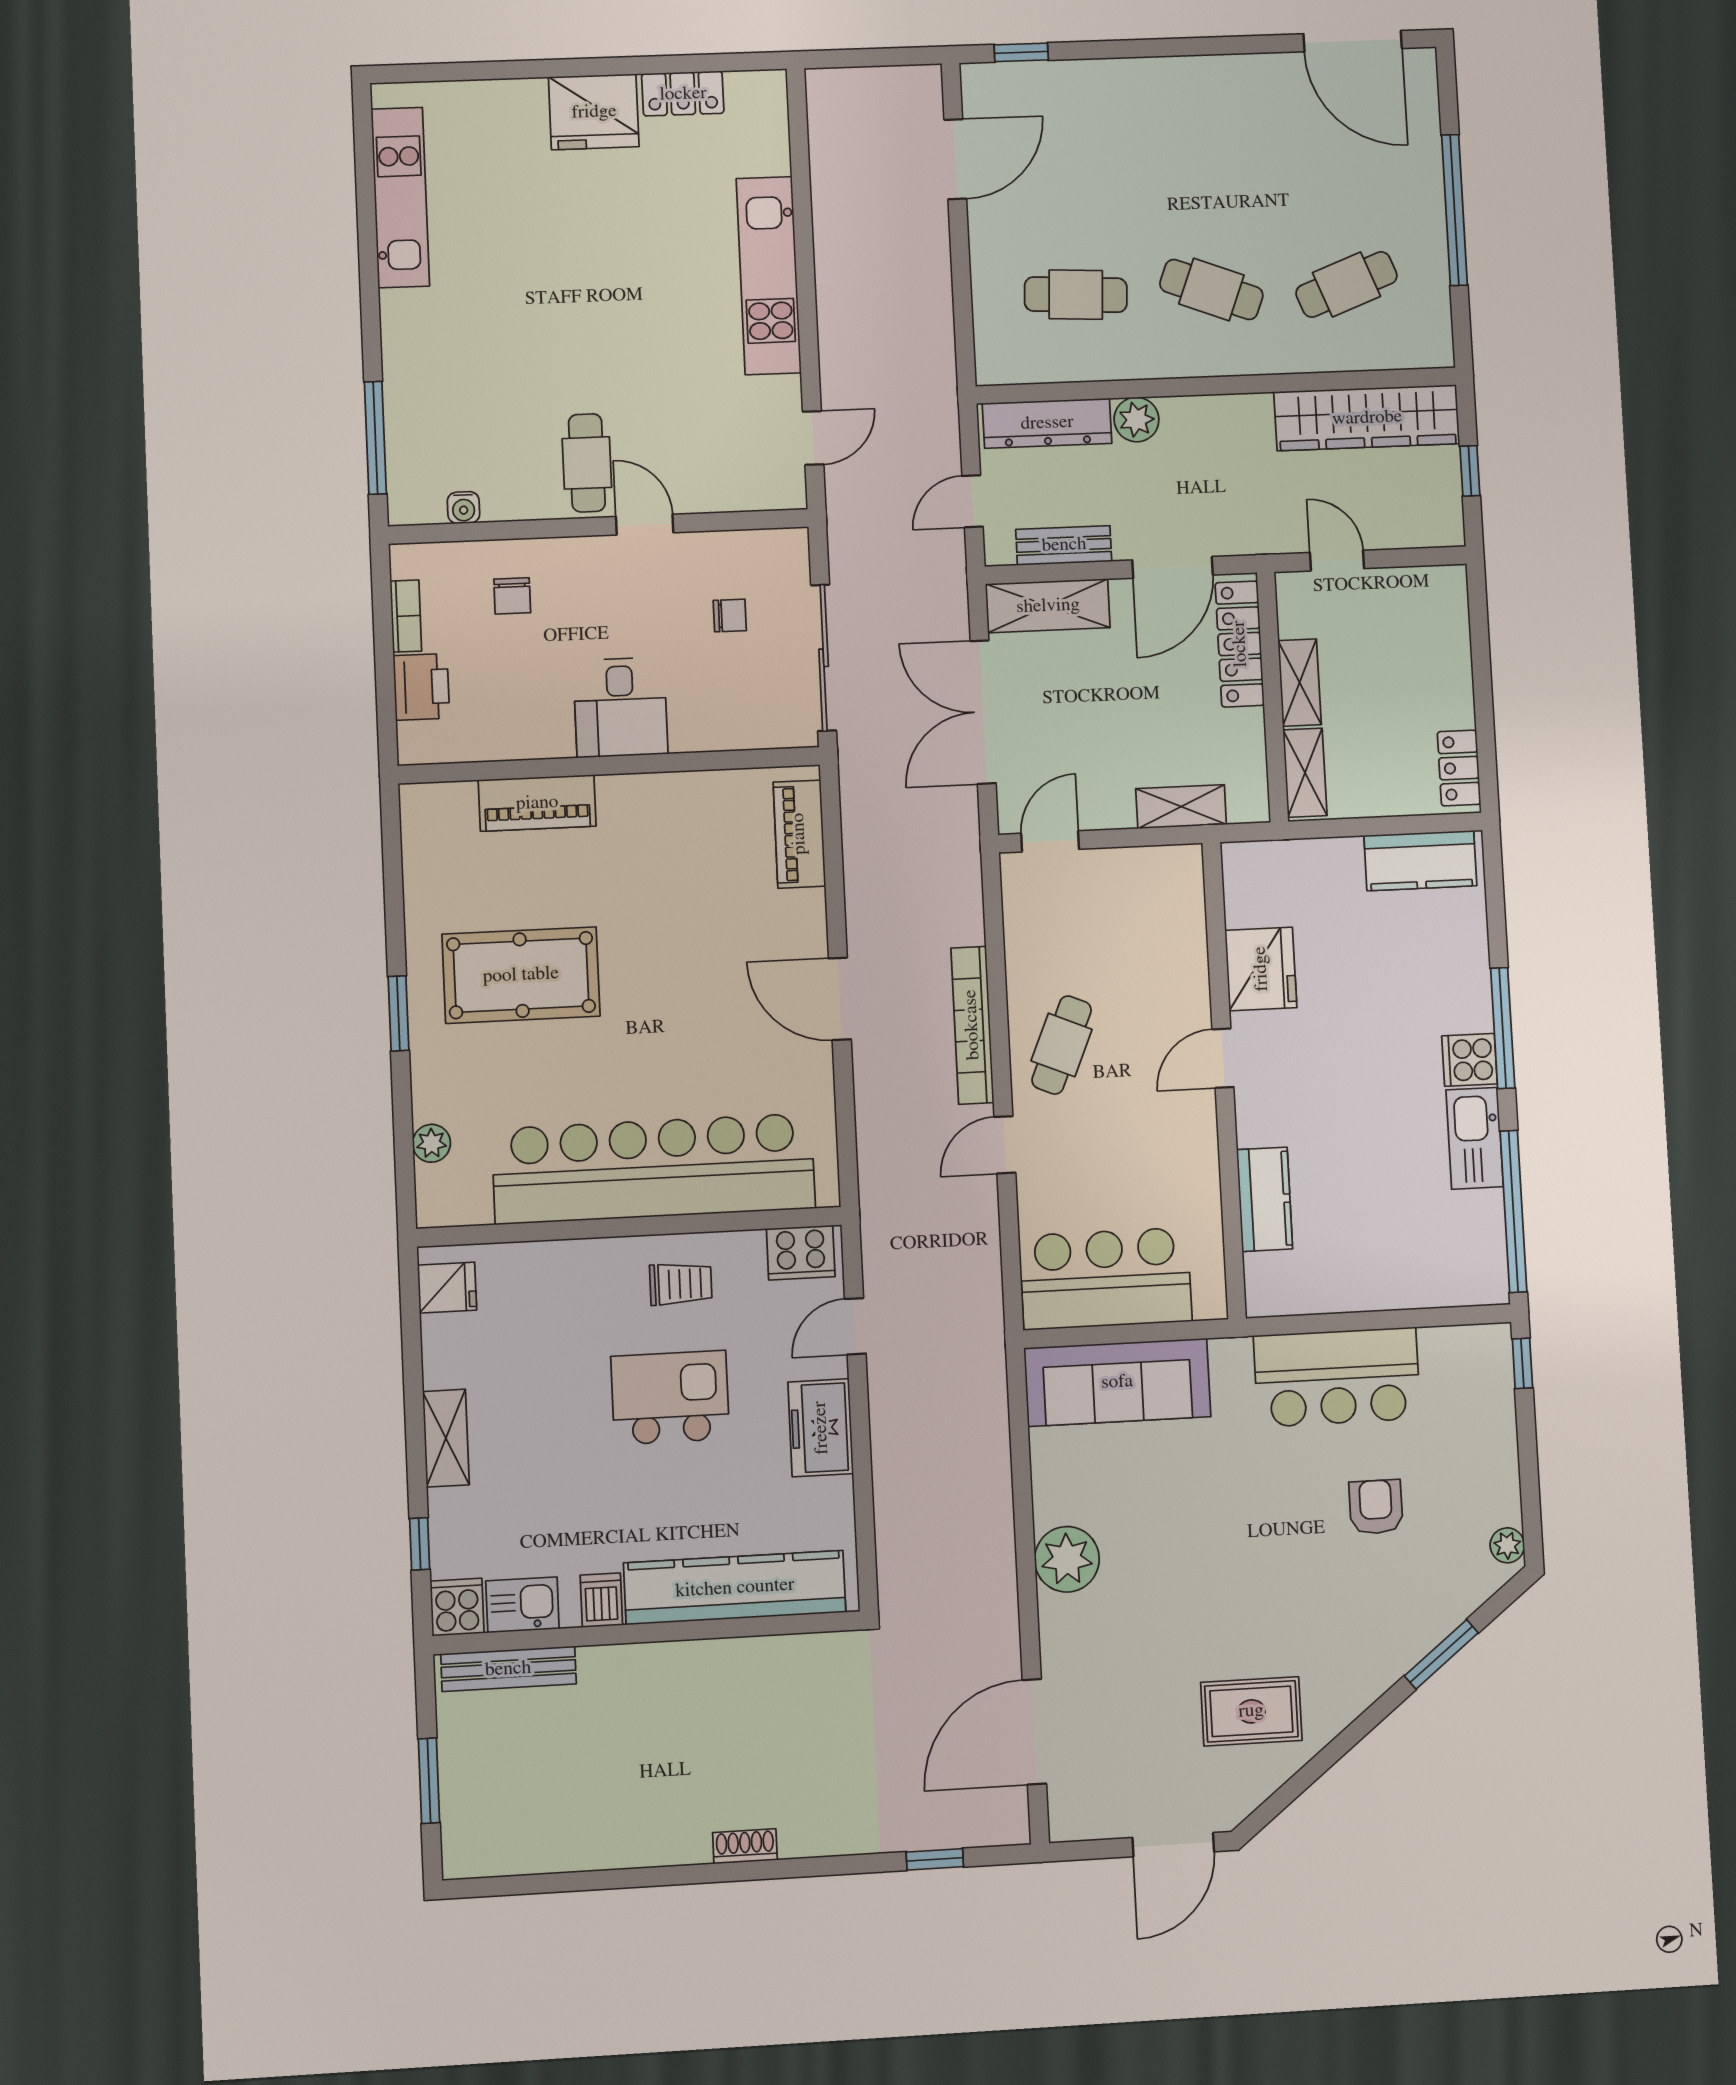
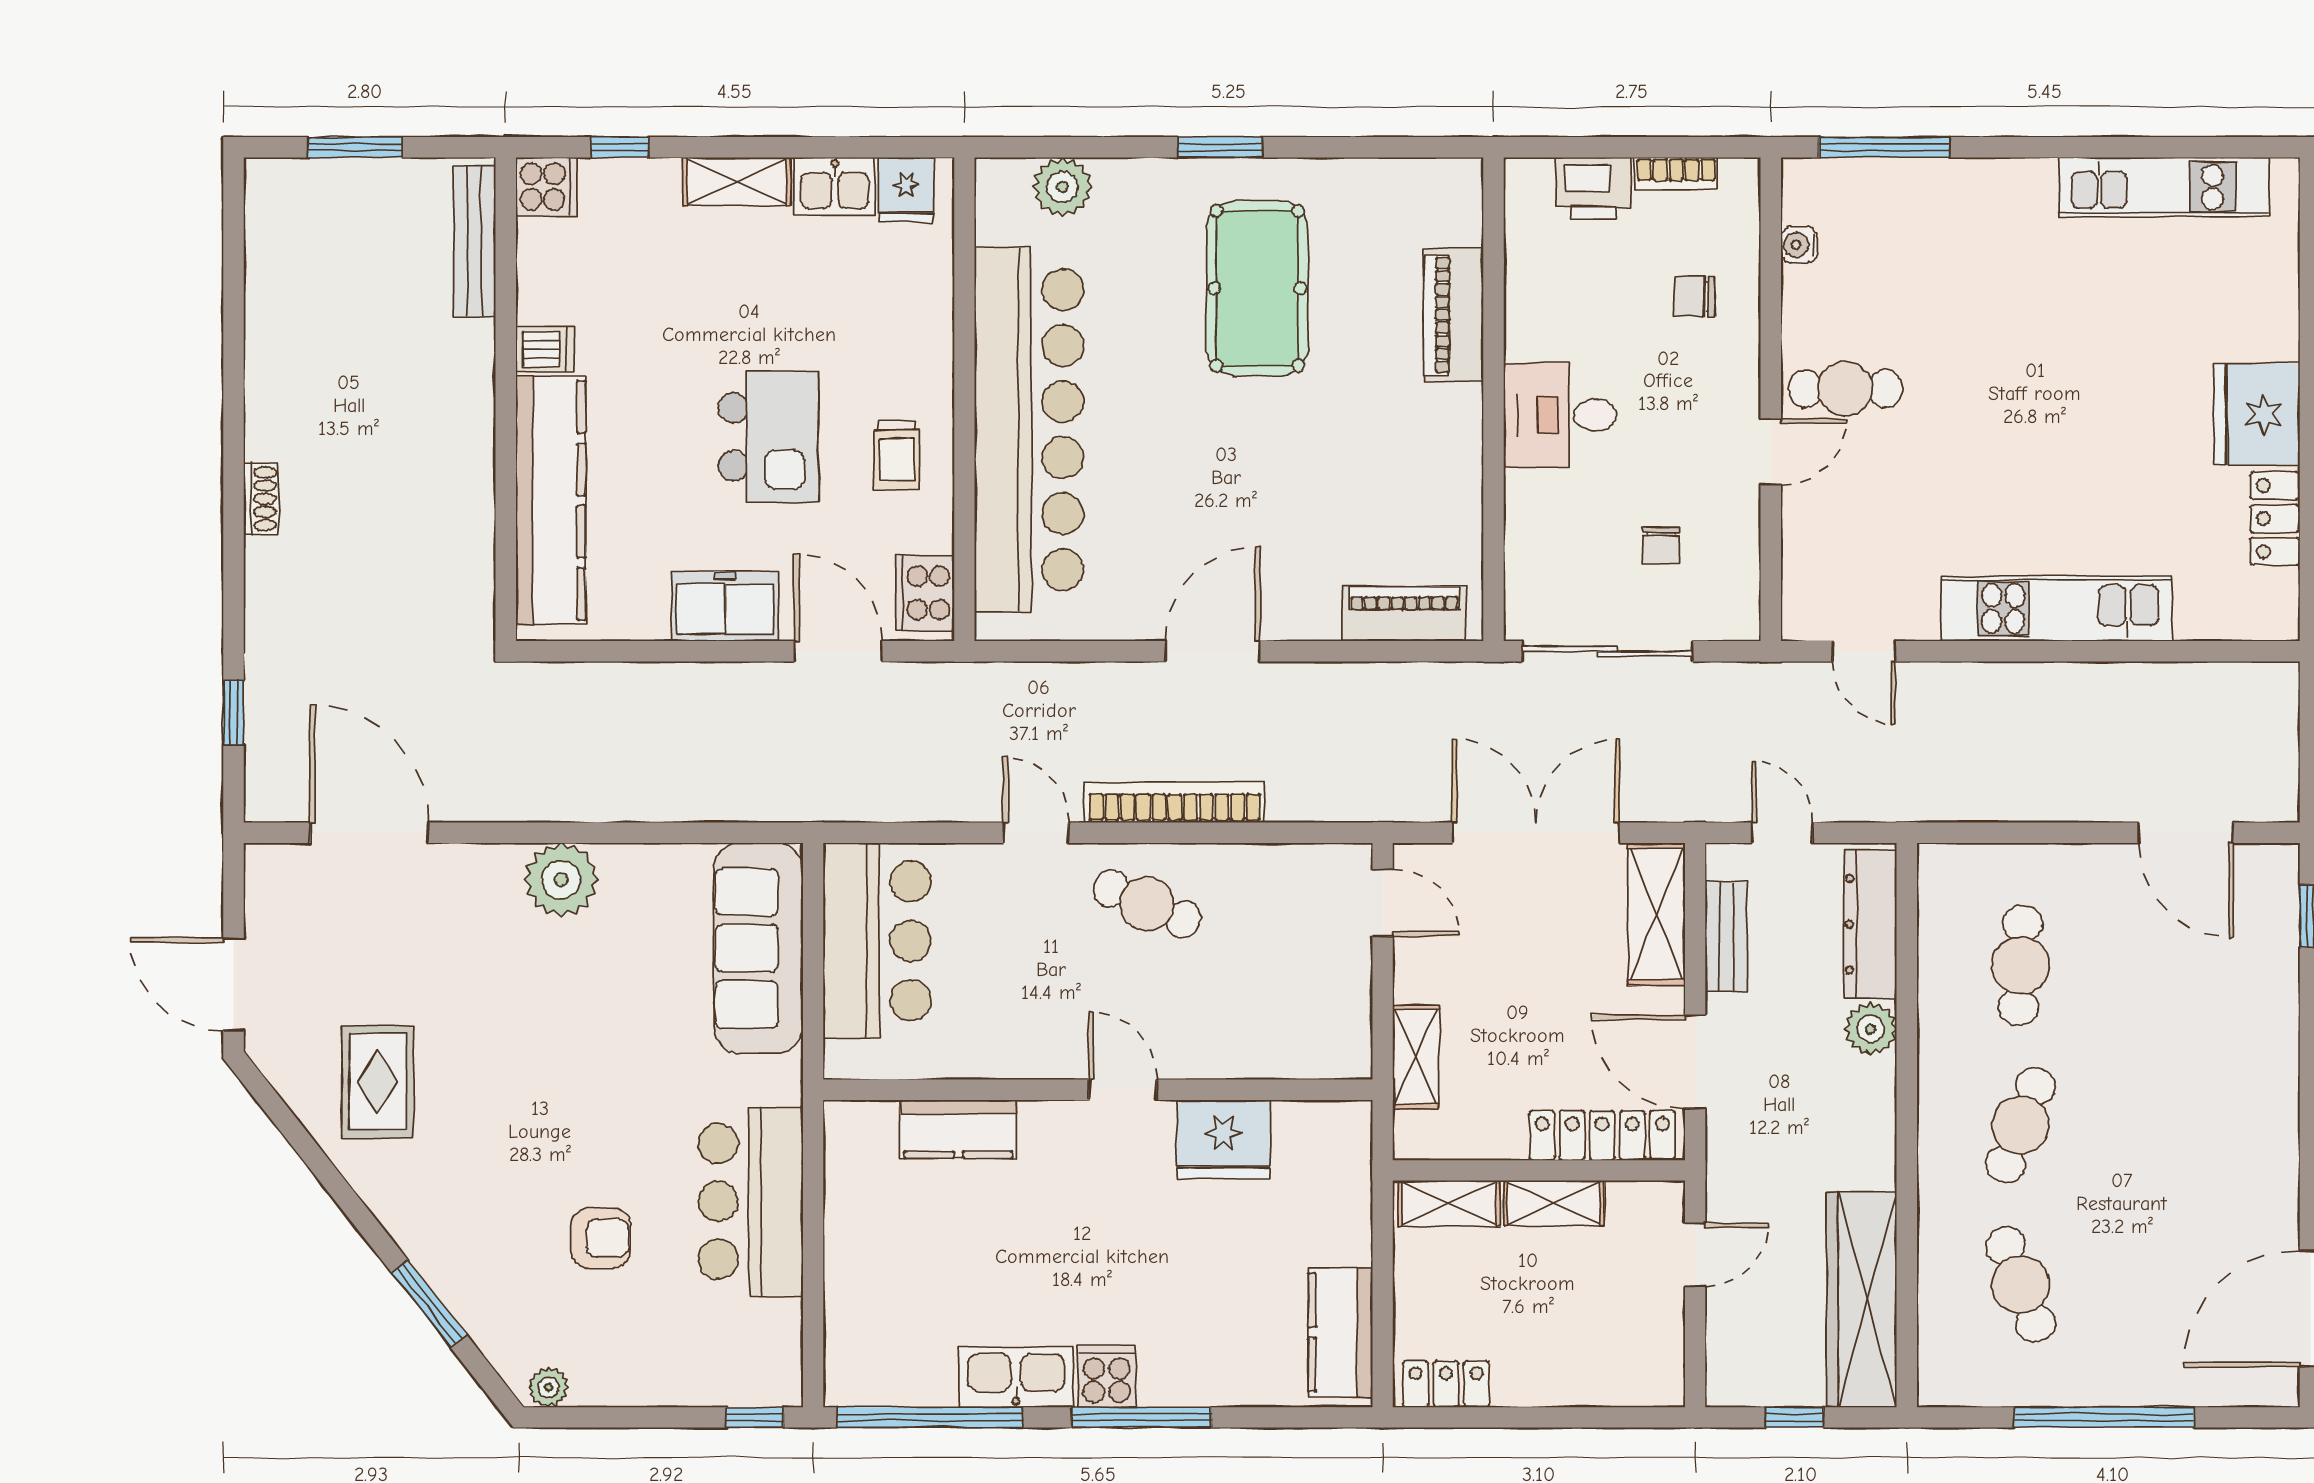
plant: (432, 1143) -> (1063, 187), width x1.38, depth x1.38
door: (855, 1326) -> (838, 651), width x1.38
kitchen sink: (522, 1605) -> (835, 186), moved, turned 90

